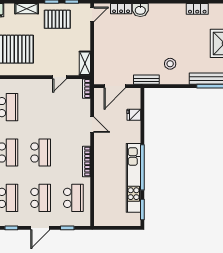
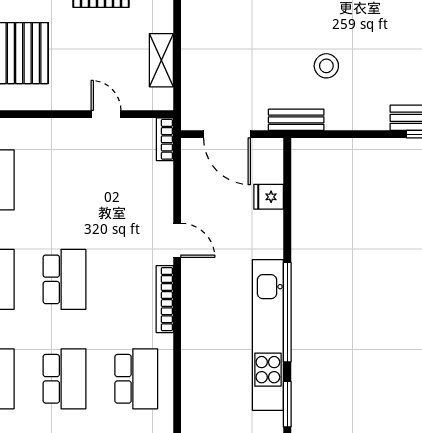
shelving: (85, 63) -> (161, 60), moved
stool: (170, 64) -> (326, 66), moved
door: (60, 77) -> (106, 114), swing flipped
door: (115, 86) -> (227, 134), hinge flipped
door: (92, 125) -> (177, 240), moved

